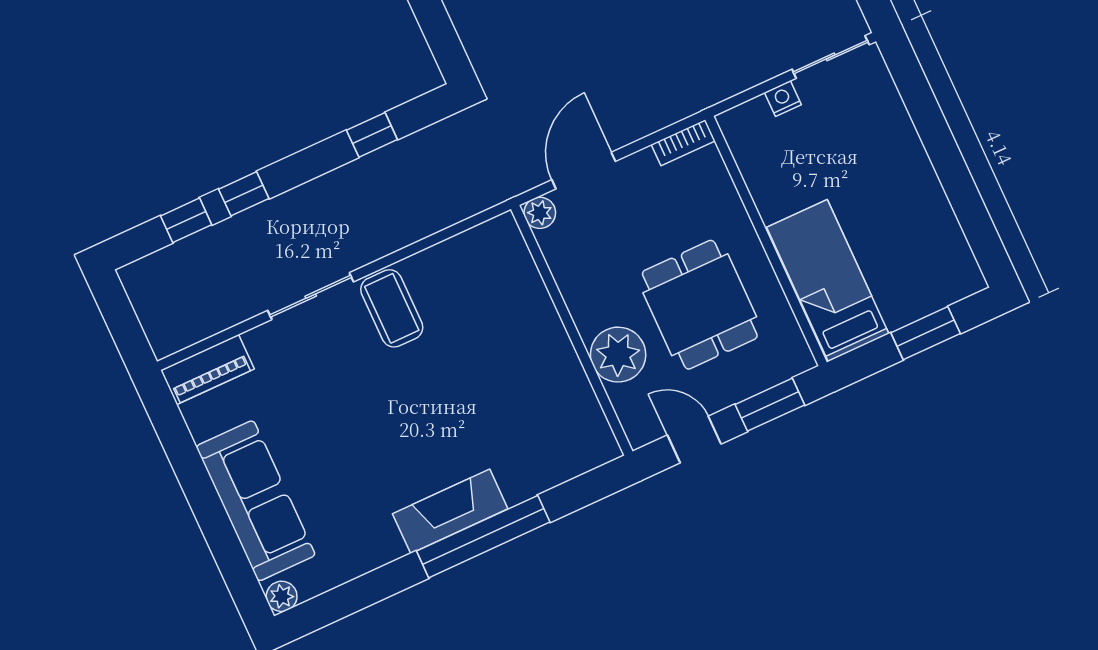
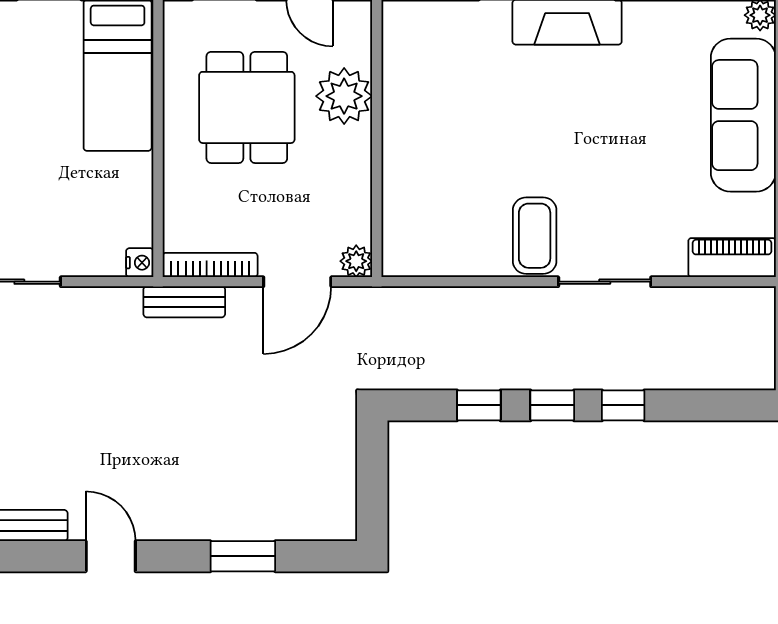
nightstand: (783, 99) -> (140, 263), moved, turned -90
bench: (676, 106) -> (184, 302), added
bookcase: (683, 143) -> (210, 265), width x1.56
window: (186, 220) -> (552, 405), moved

